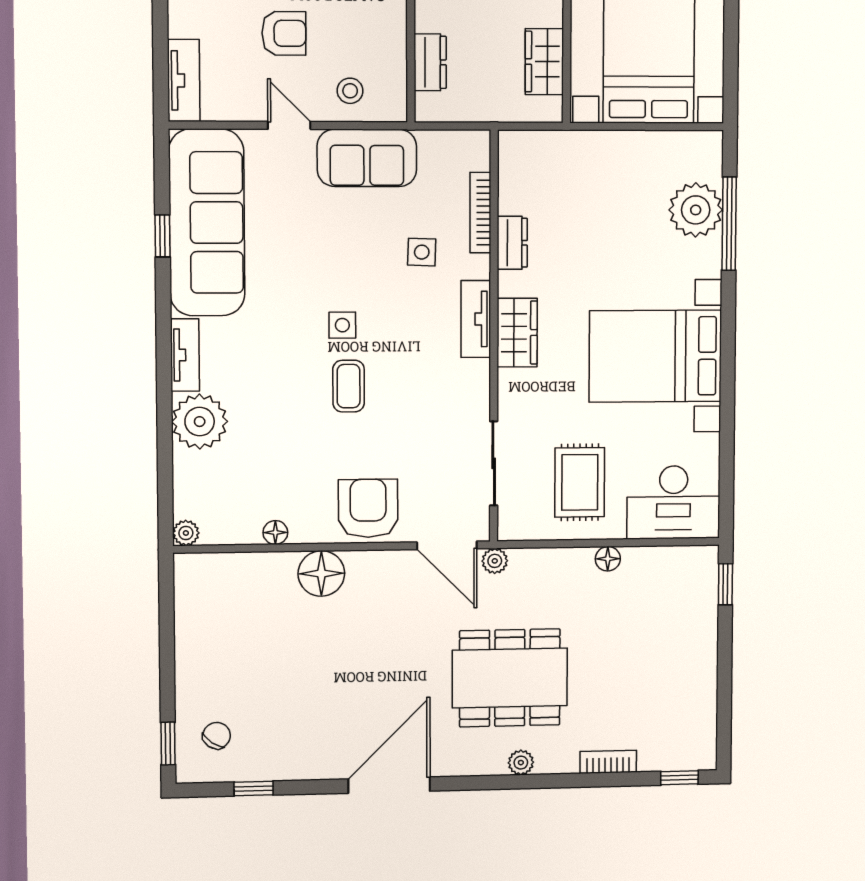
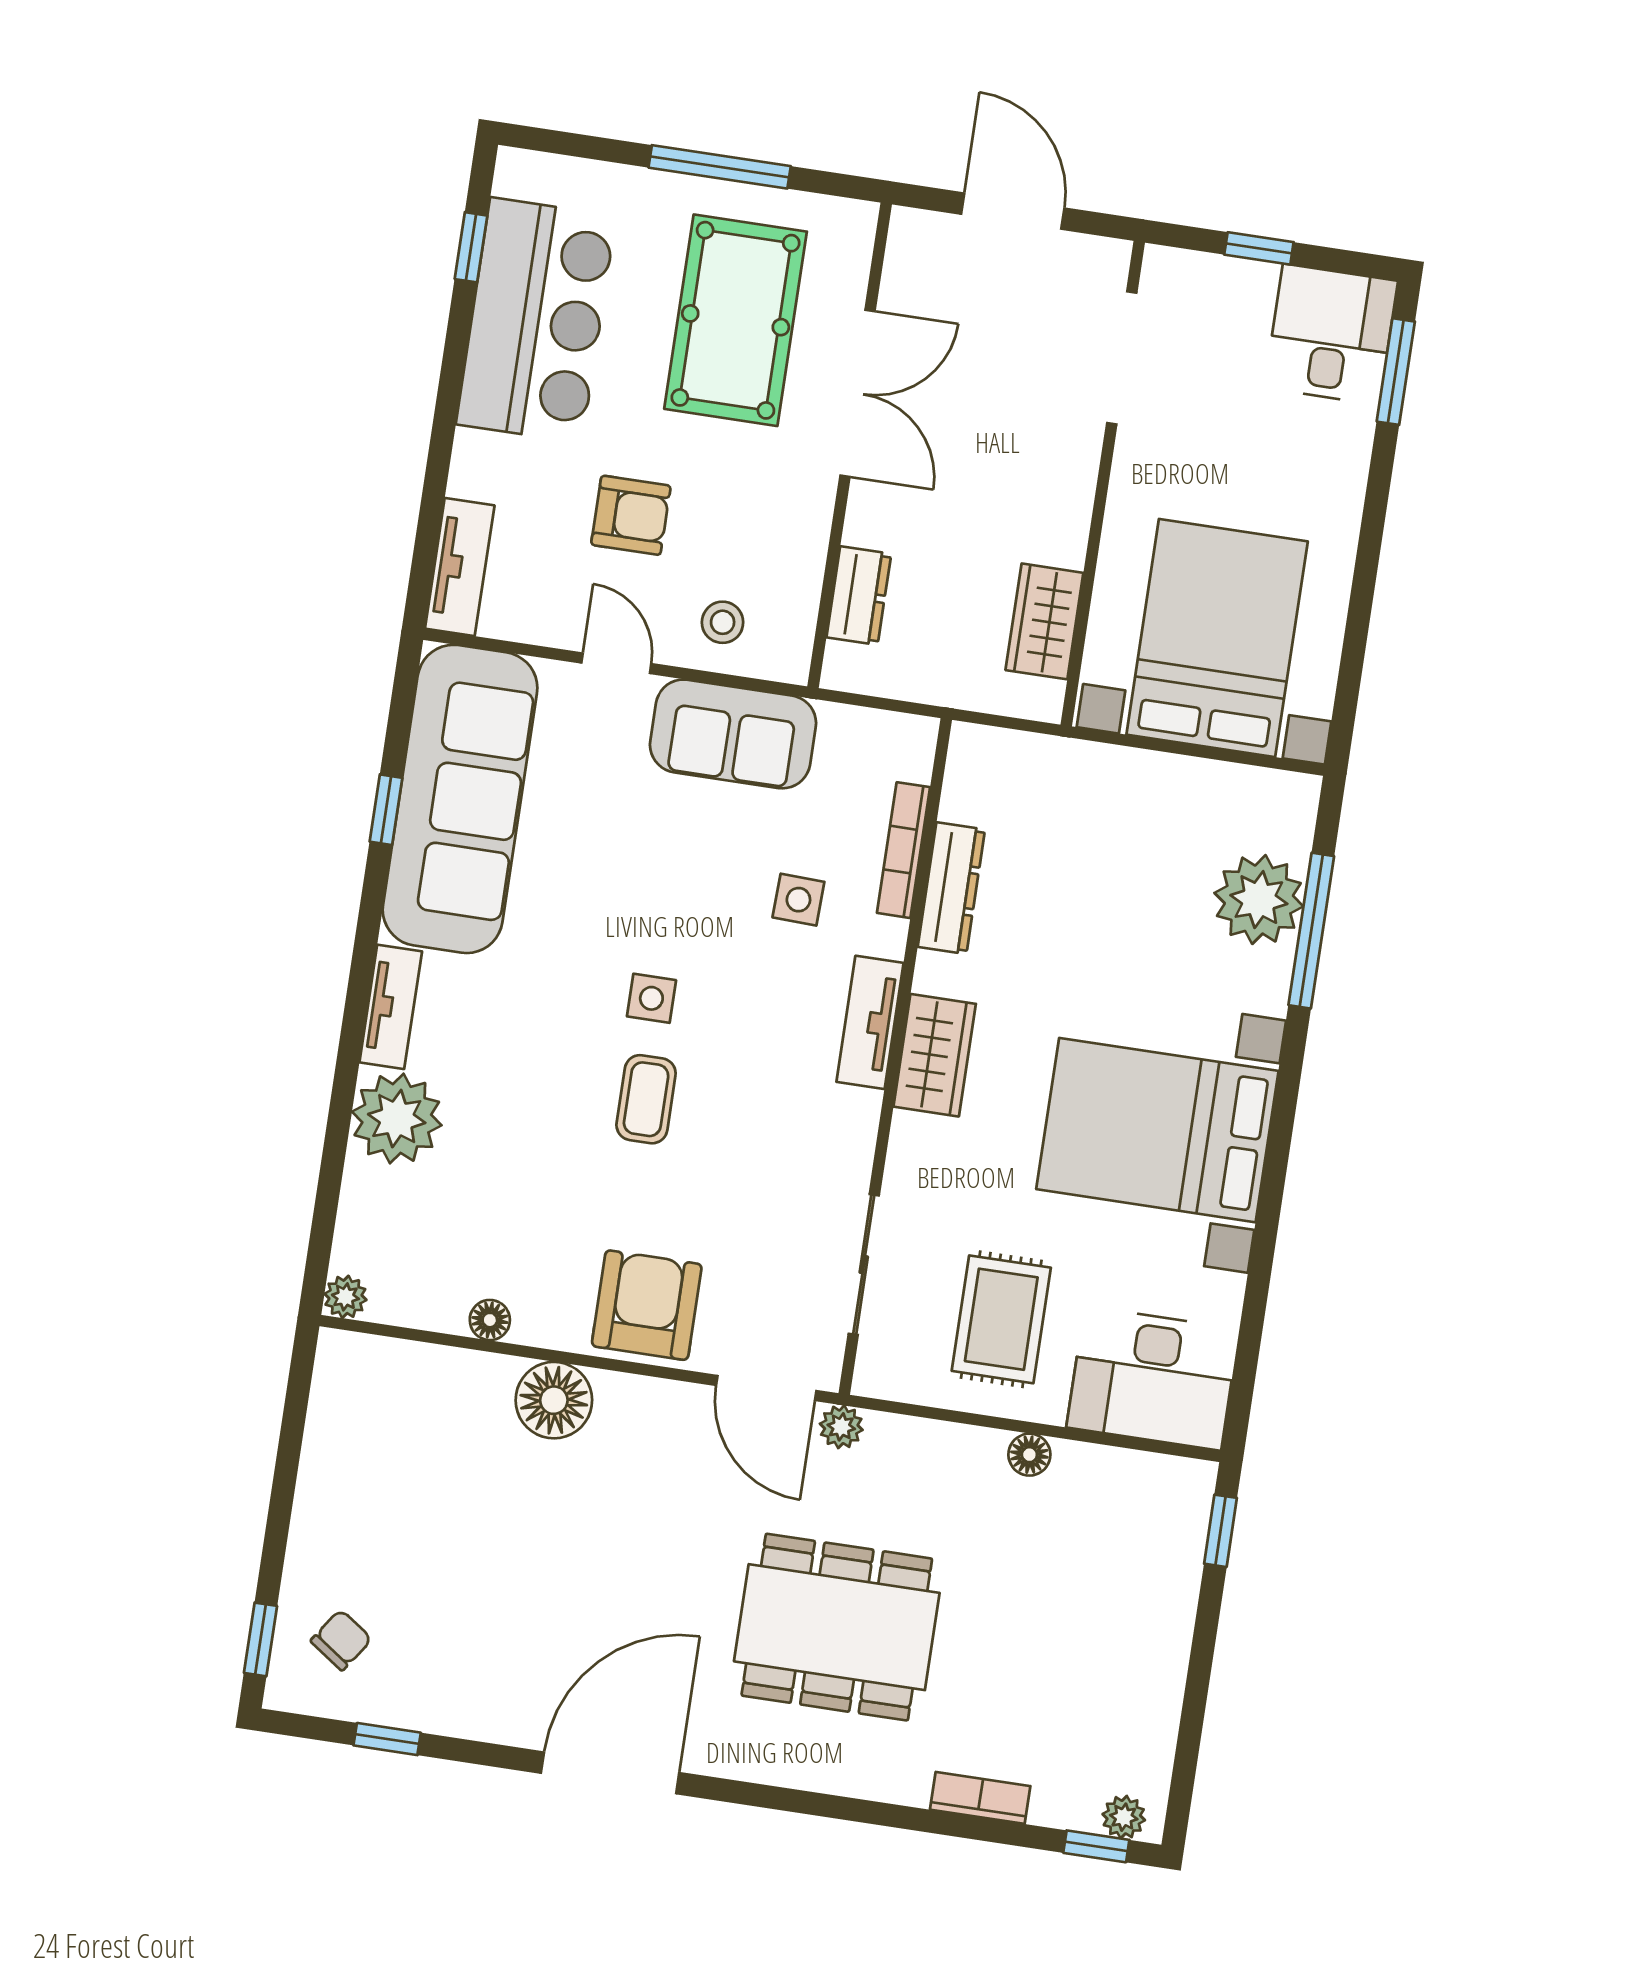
dresser: (512, 243) -> (951, 888), width x1.44
plant: (521, 763) -> (1124, 1817), moved

